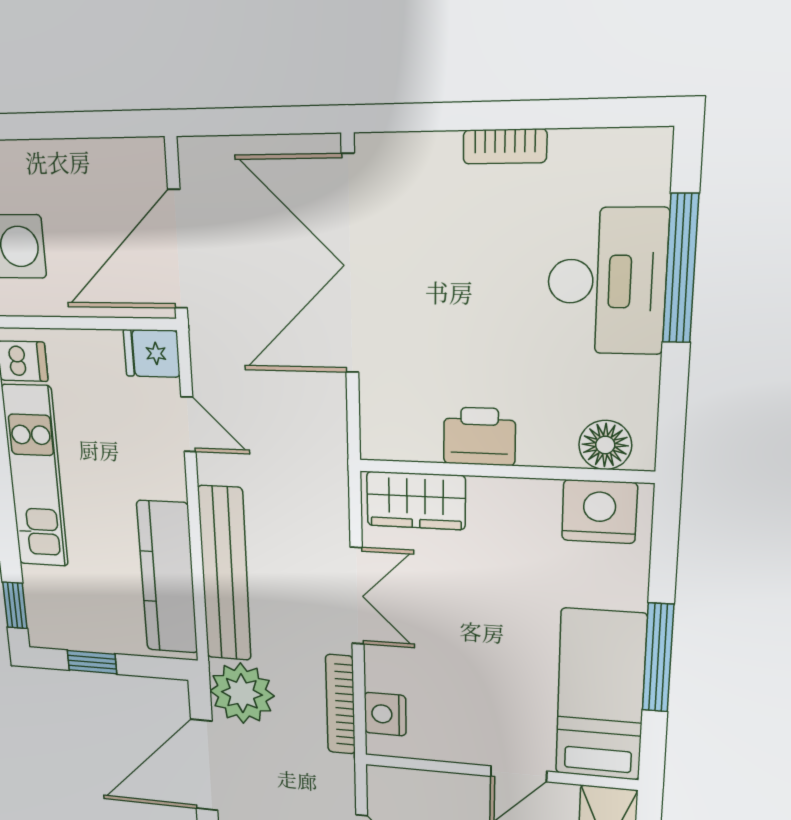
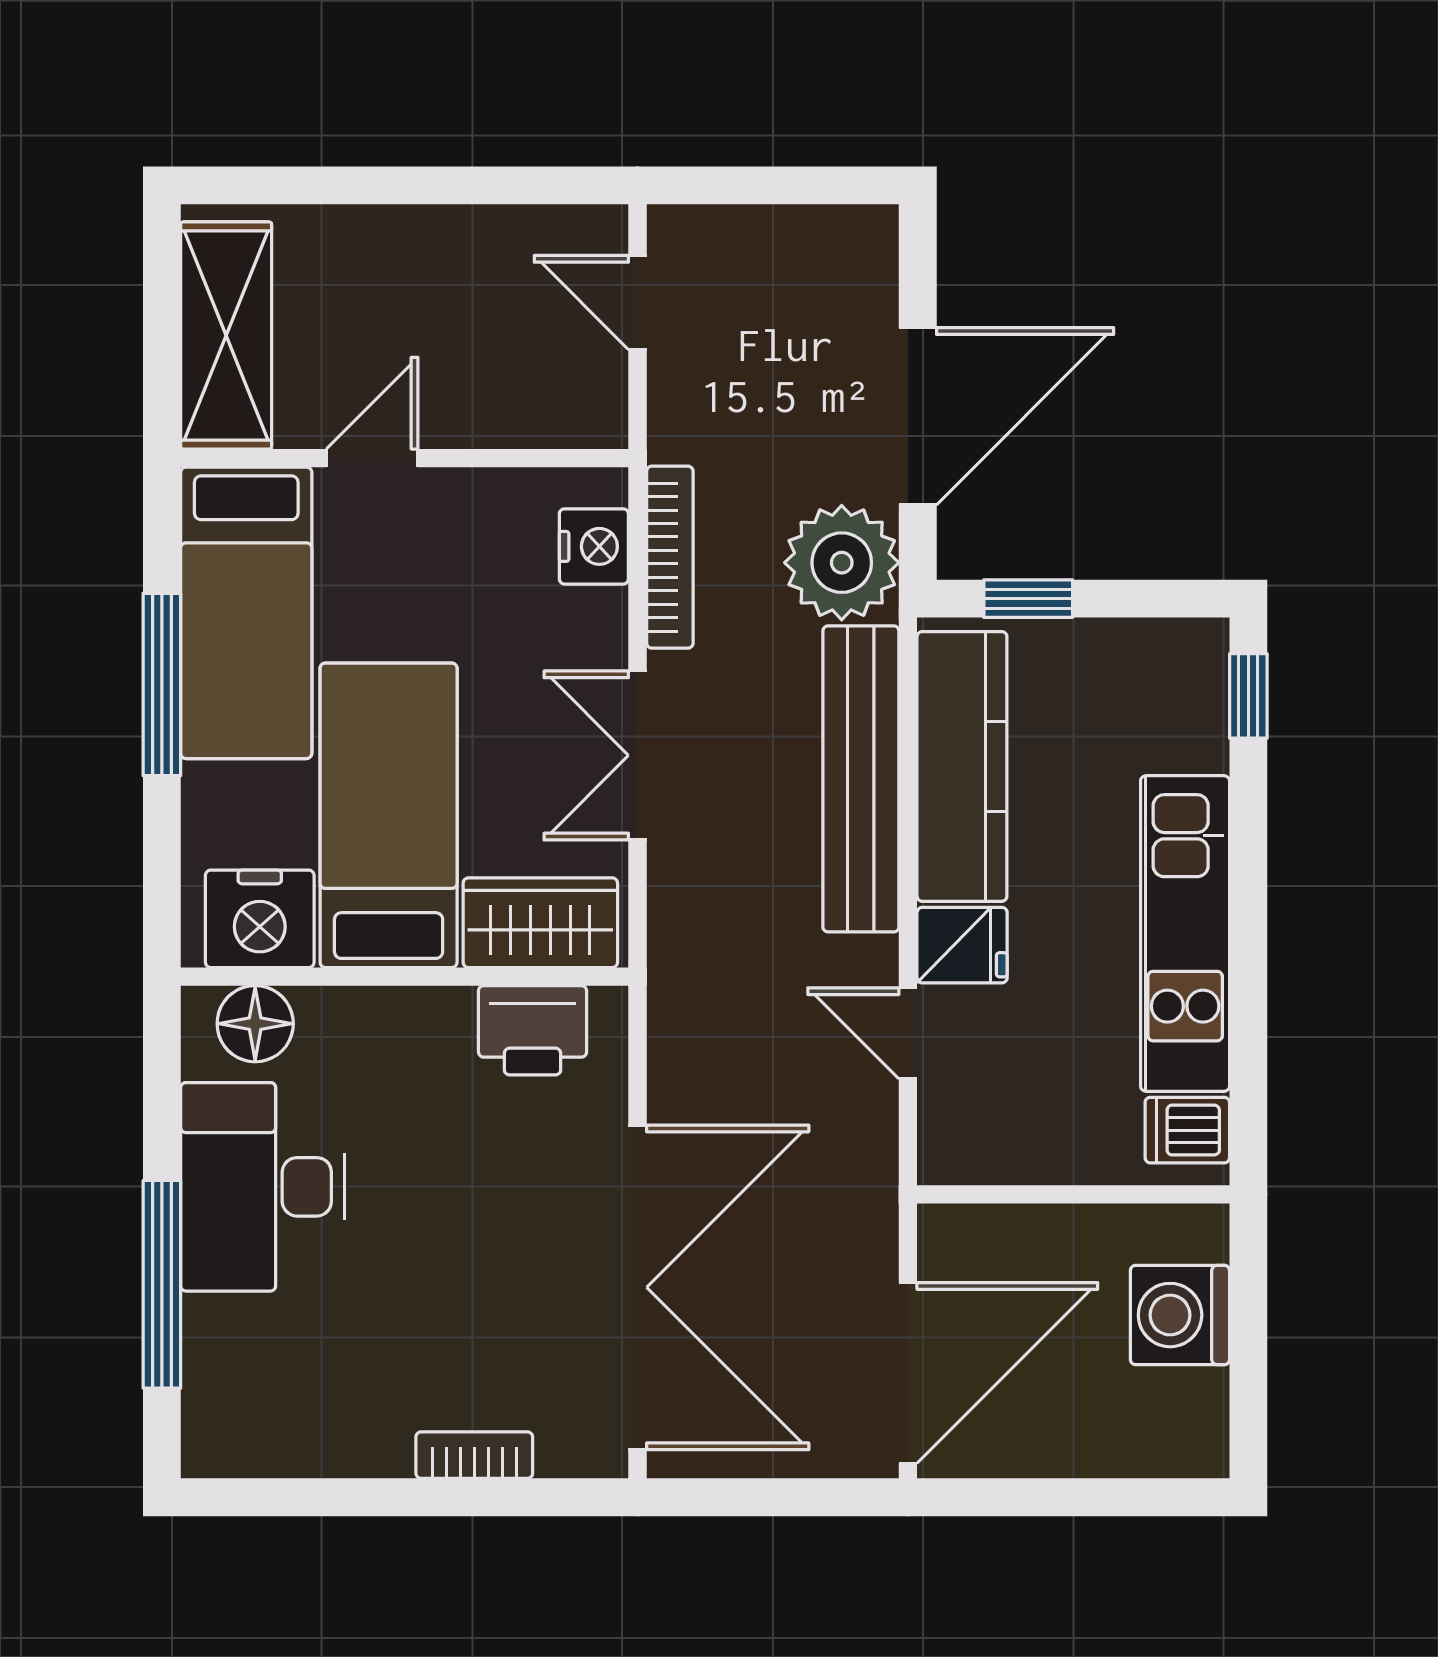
bookcase: (505, 146) -> (474, 1455), moved
door: (178, 249) -> (908, 1373), moved
desk: (607, 281) -> (263, 1187), moved
fridge: (152, 353) -> (962, 945), moved
printer: (479, 436) -> (533, 1030), moved
bed: (512, 570) -> (389, 815), added
window: (92, 662) -> (1028, 599), moved

